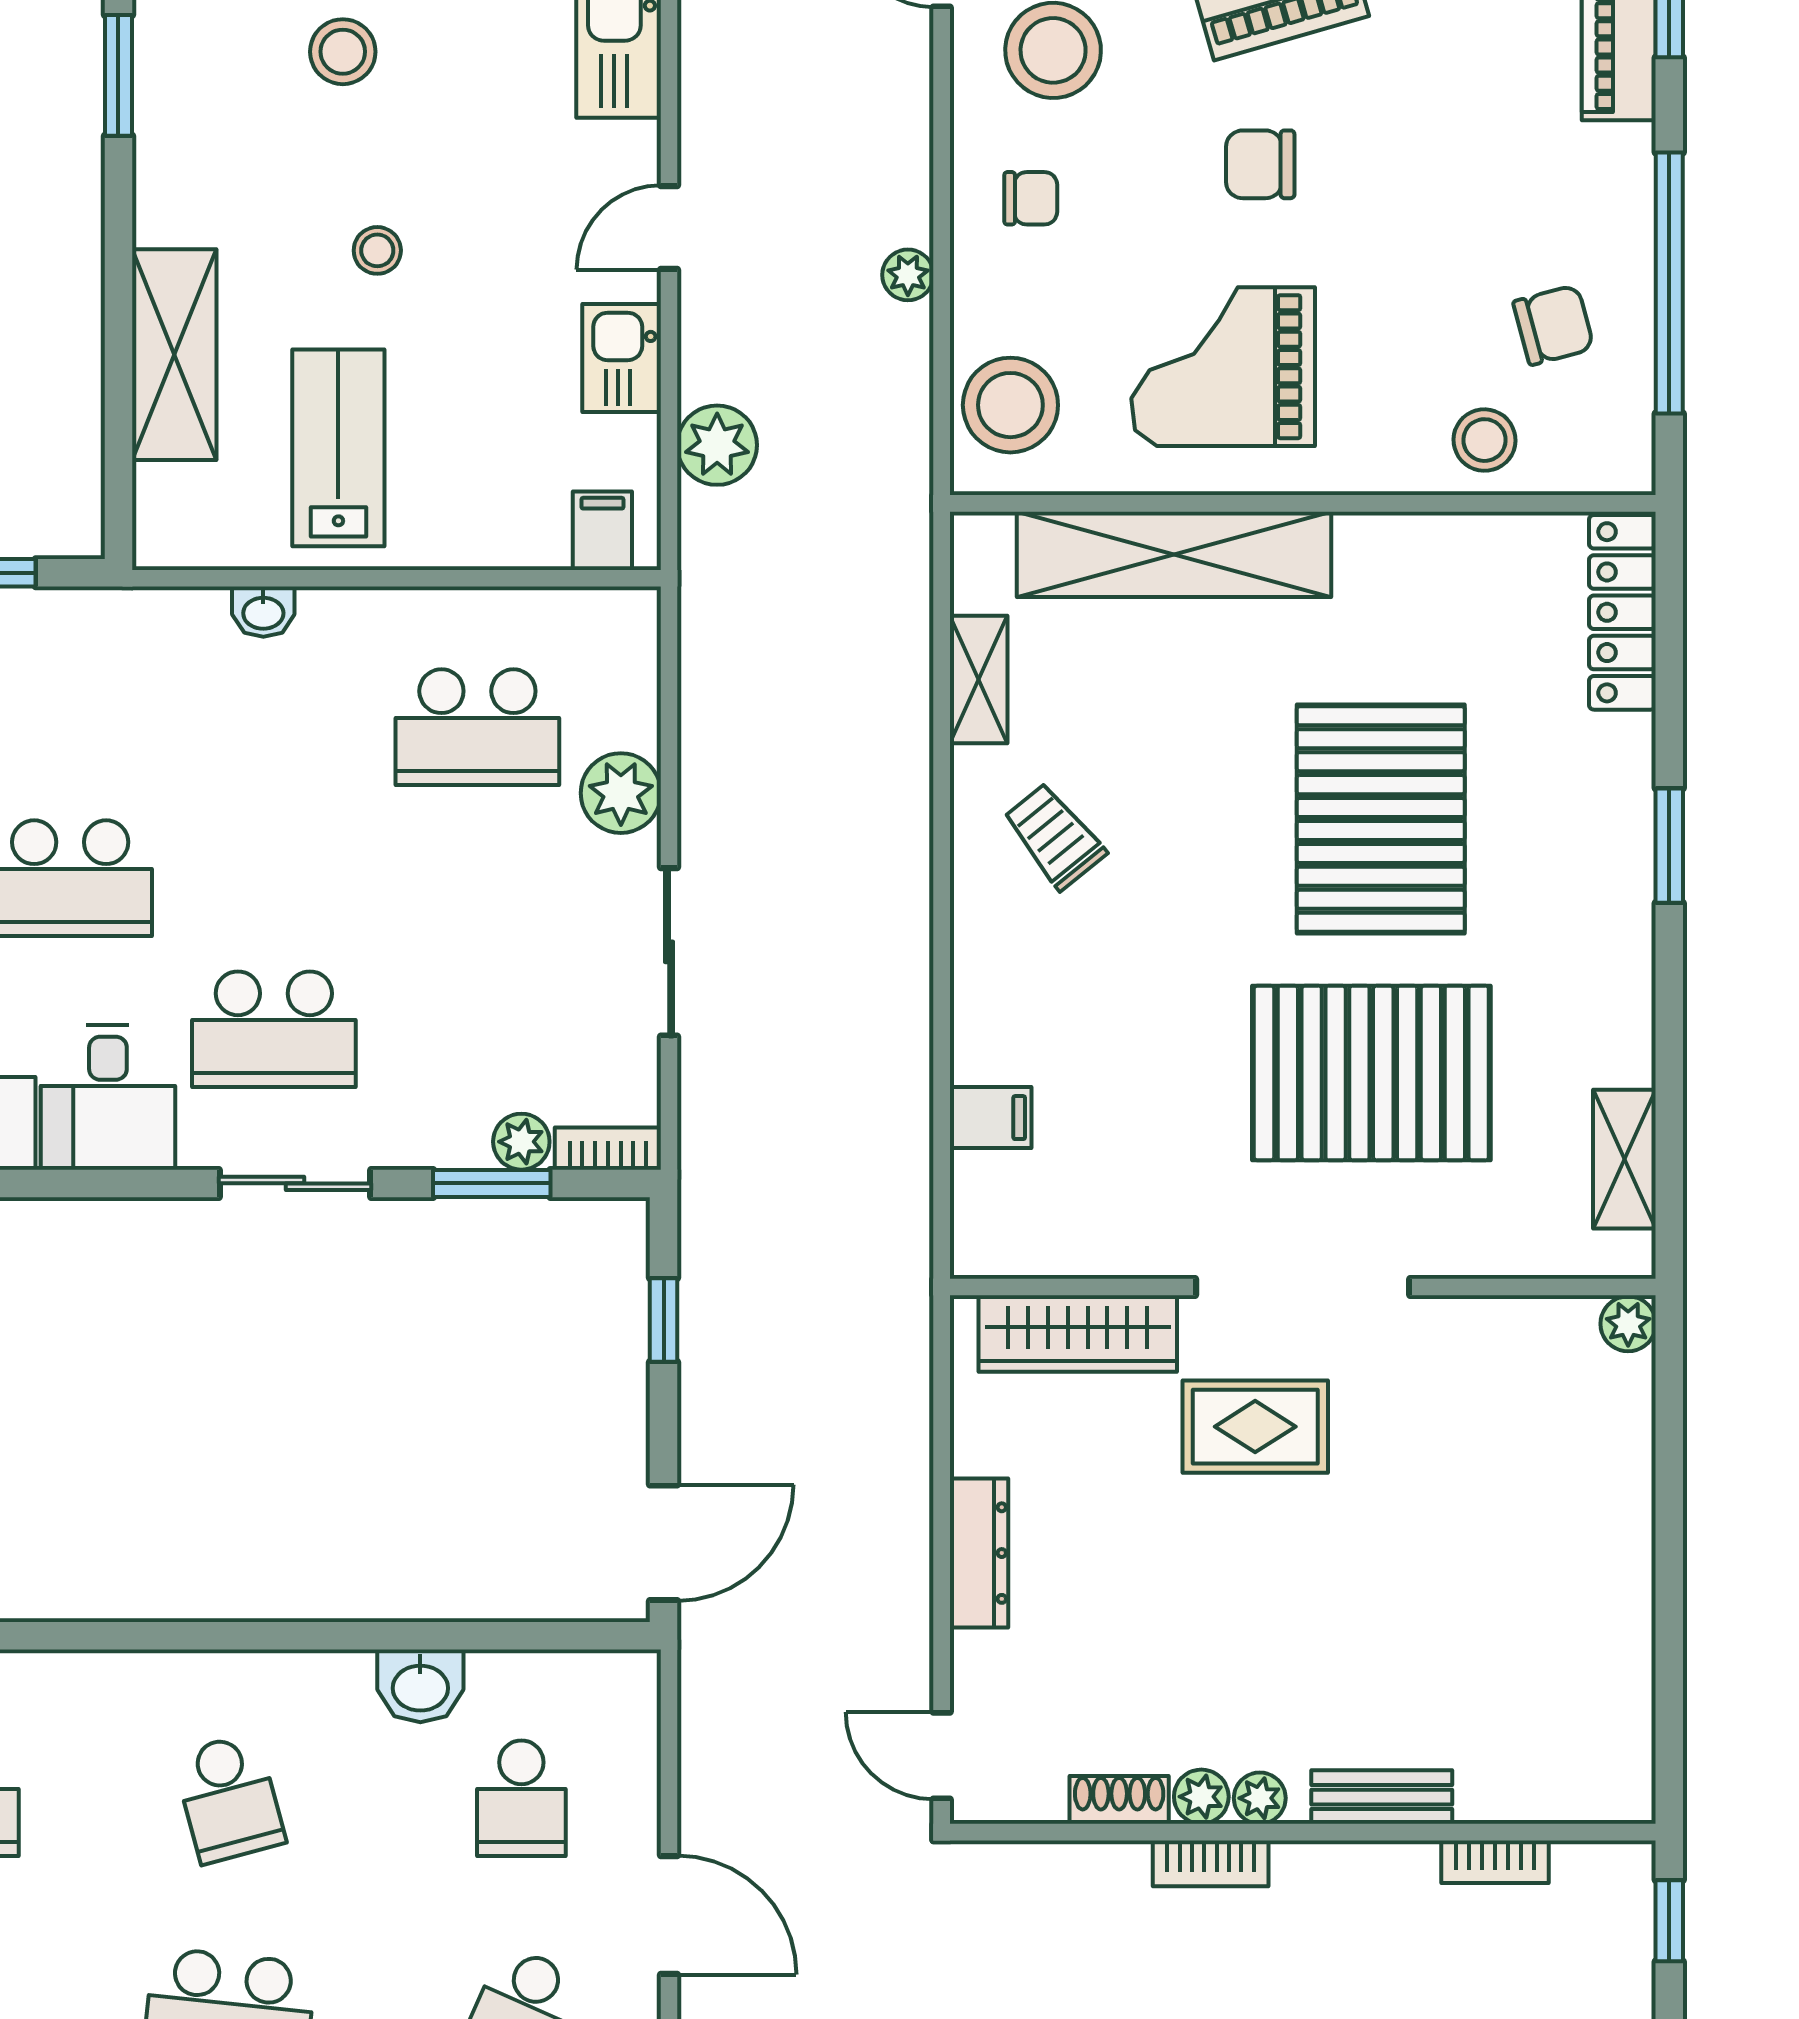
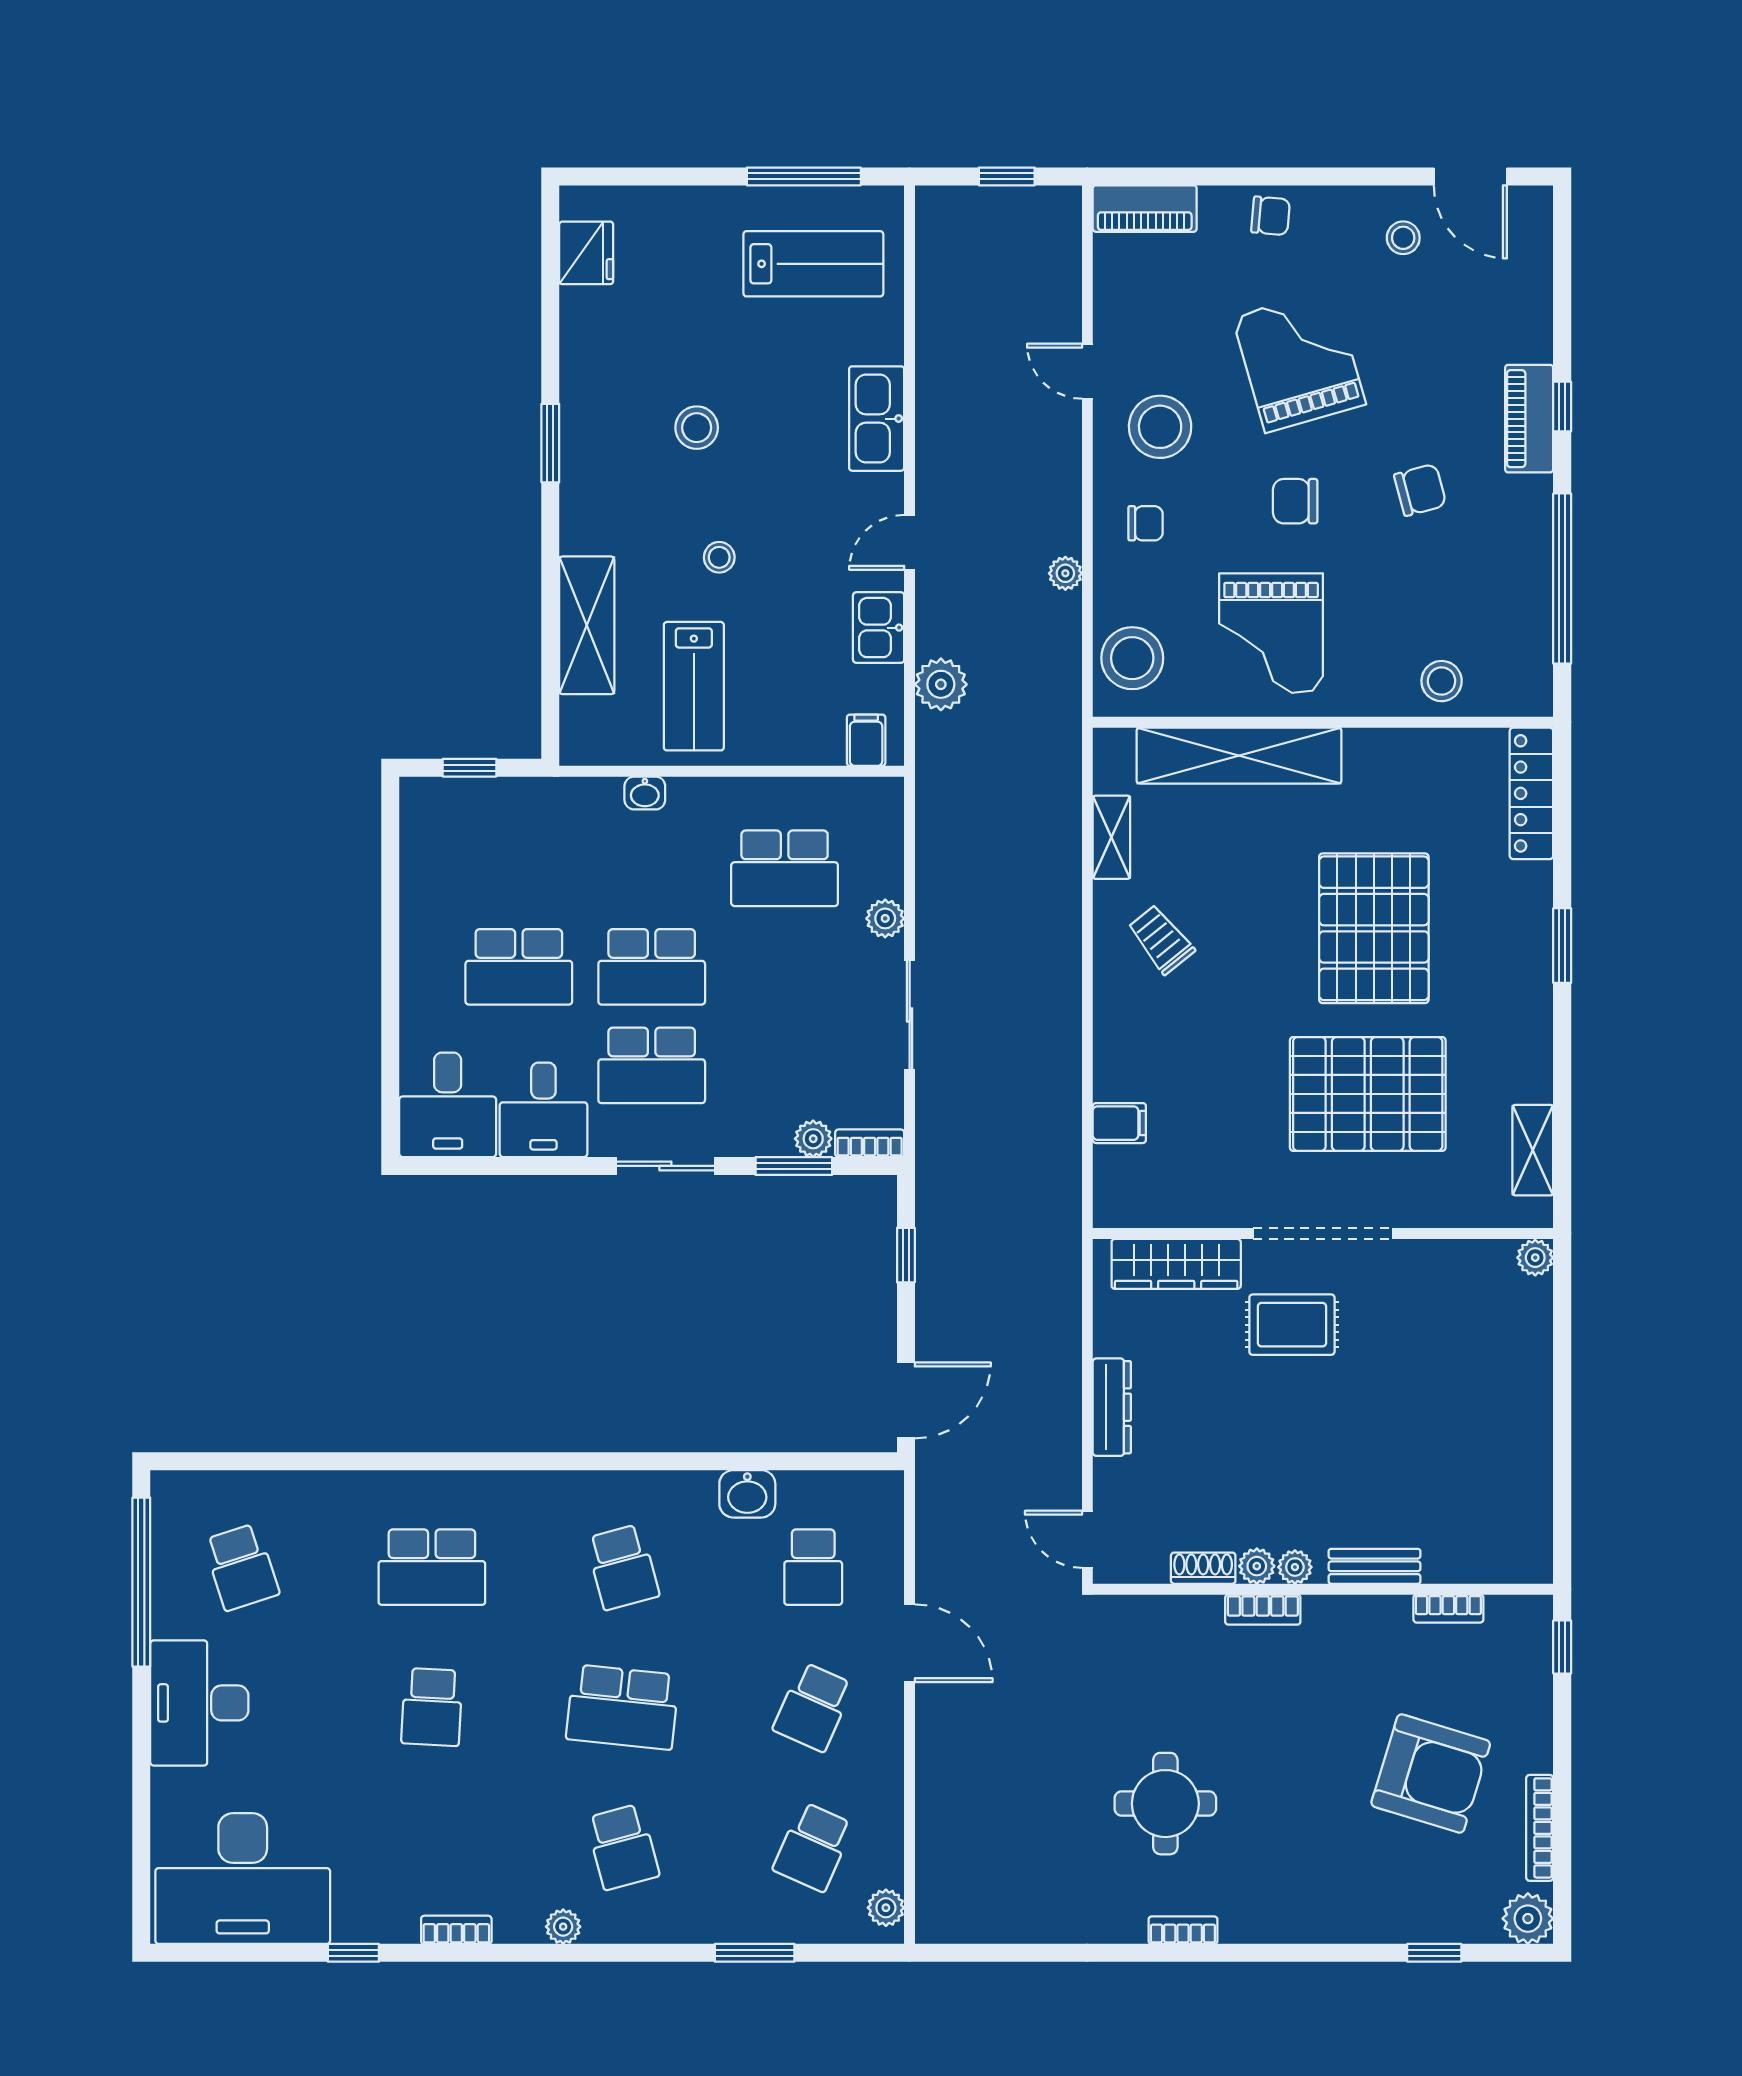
chair: (1553, 325) -> (1420, 490), moved
grand piano: (1223, 367) -> (1271, 633), turned -90
lab bench: (338, 448) -> (694, 686), turned 180
plant: (621, 793) -> (885, 918), width x0.73, depth x0.73
school desk: (274, 878) -> (652, 967), added

